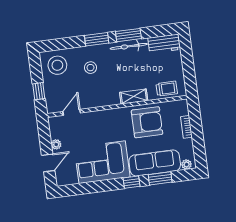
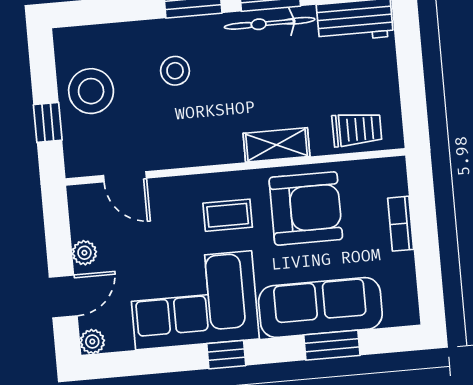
stool: (57, 65) -> (91, 91), moved
door: (72, 112) -> (125, 177), swing flipped
coffee table: (115, 126) -> (228, 215), added
plant: (187, 164) -> (92, 342), moved
window: (131, 182) -> (226, 355), moved

